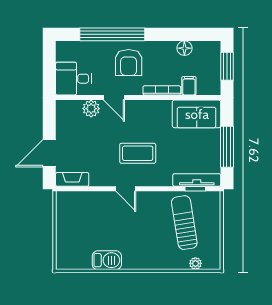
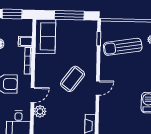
coffee table: (138, 153) -> (73, 79), turned 37
tv unit: (197, 180) -> (92, 37), removed

